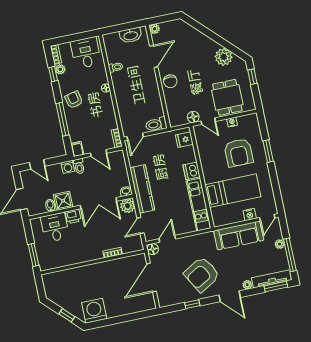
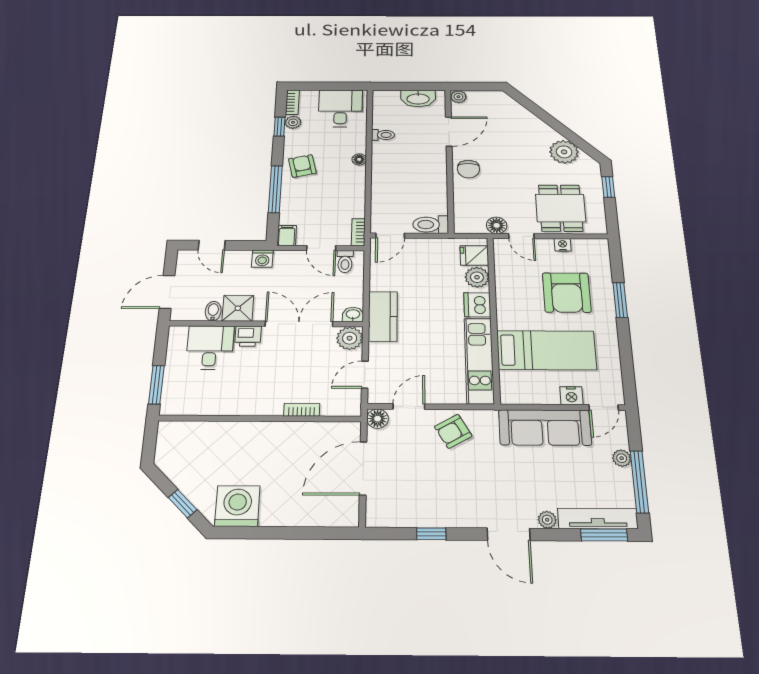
plant: (188, 153) -> (477, 277), added
toilet: (79, 166) -> (345, 261), moved
kitchen counter: (142, 189) -> (383, 316), width x0.67
double door: (98, 203) -> (299, 324), swing flipped
armchair: (202, 274) -> (453, 431), moved, width x0.53, depth x0.53

